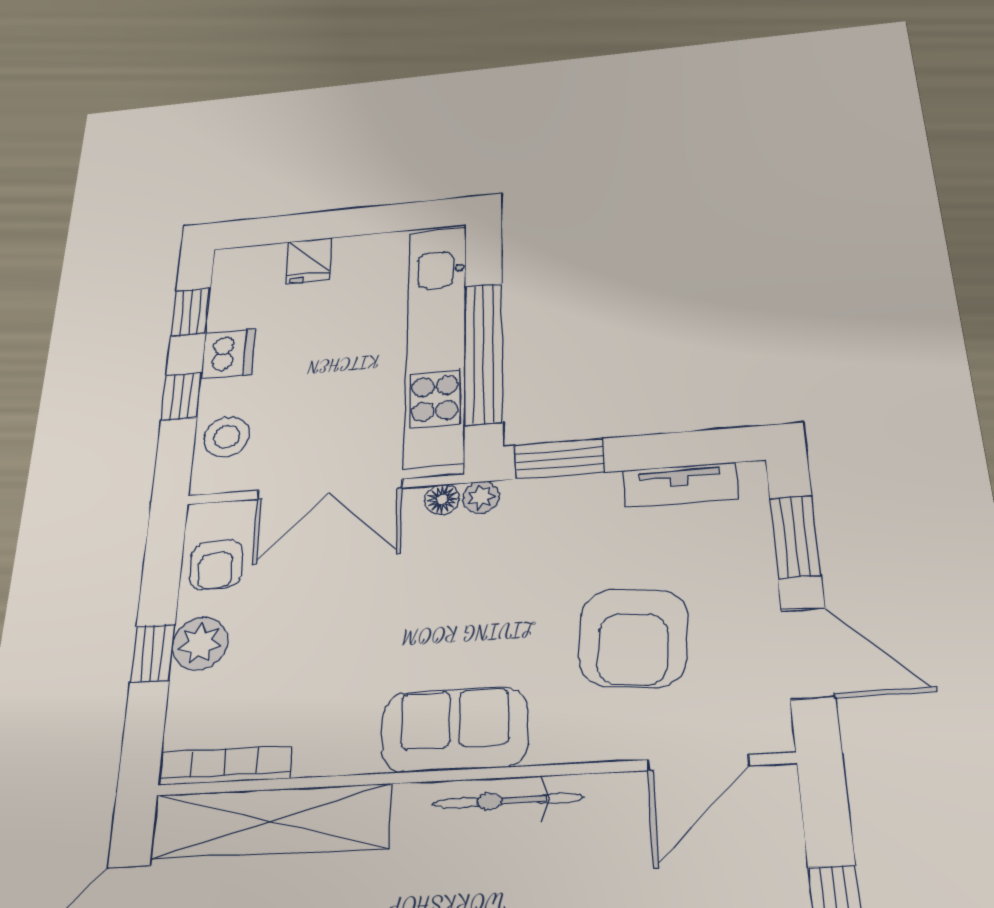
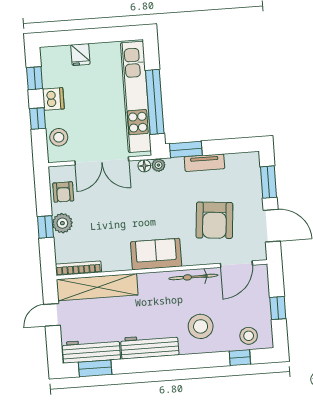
tv unit: (680, 485) -> (204, 163), moved
bicycle: (508, 801) -> (193, 277), moved

